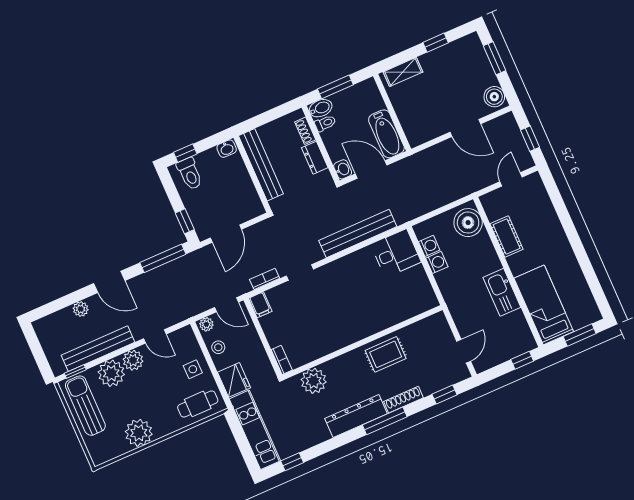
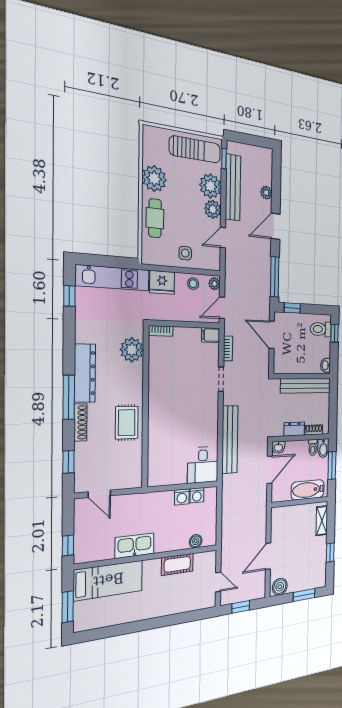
bathtub: (386, 134) -> (308, 490), moved
boiler: (468, 223) -> (196, 541), width x0.54, depth x0.54
cafe table: (198, 404) -> (155, 218), moved

